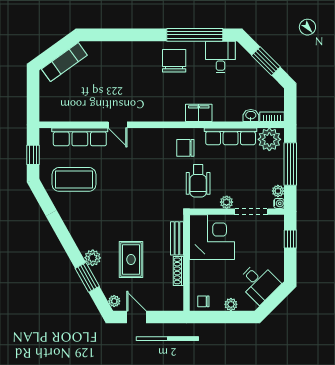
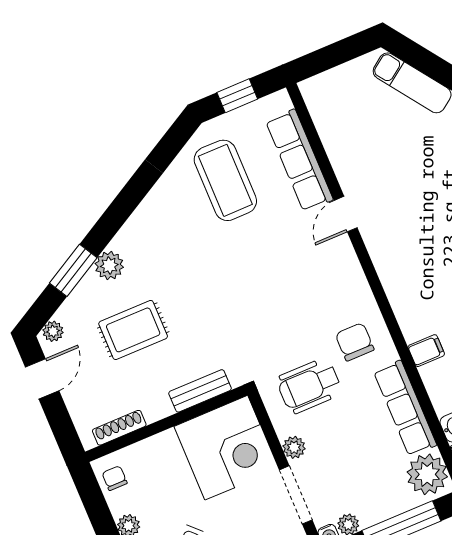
filing cabinet: (199, 113) -> (426, 351), width x0.50
shoe rack: (178, 271) -> (119, 428), moved

